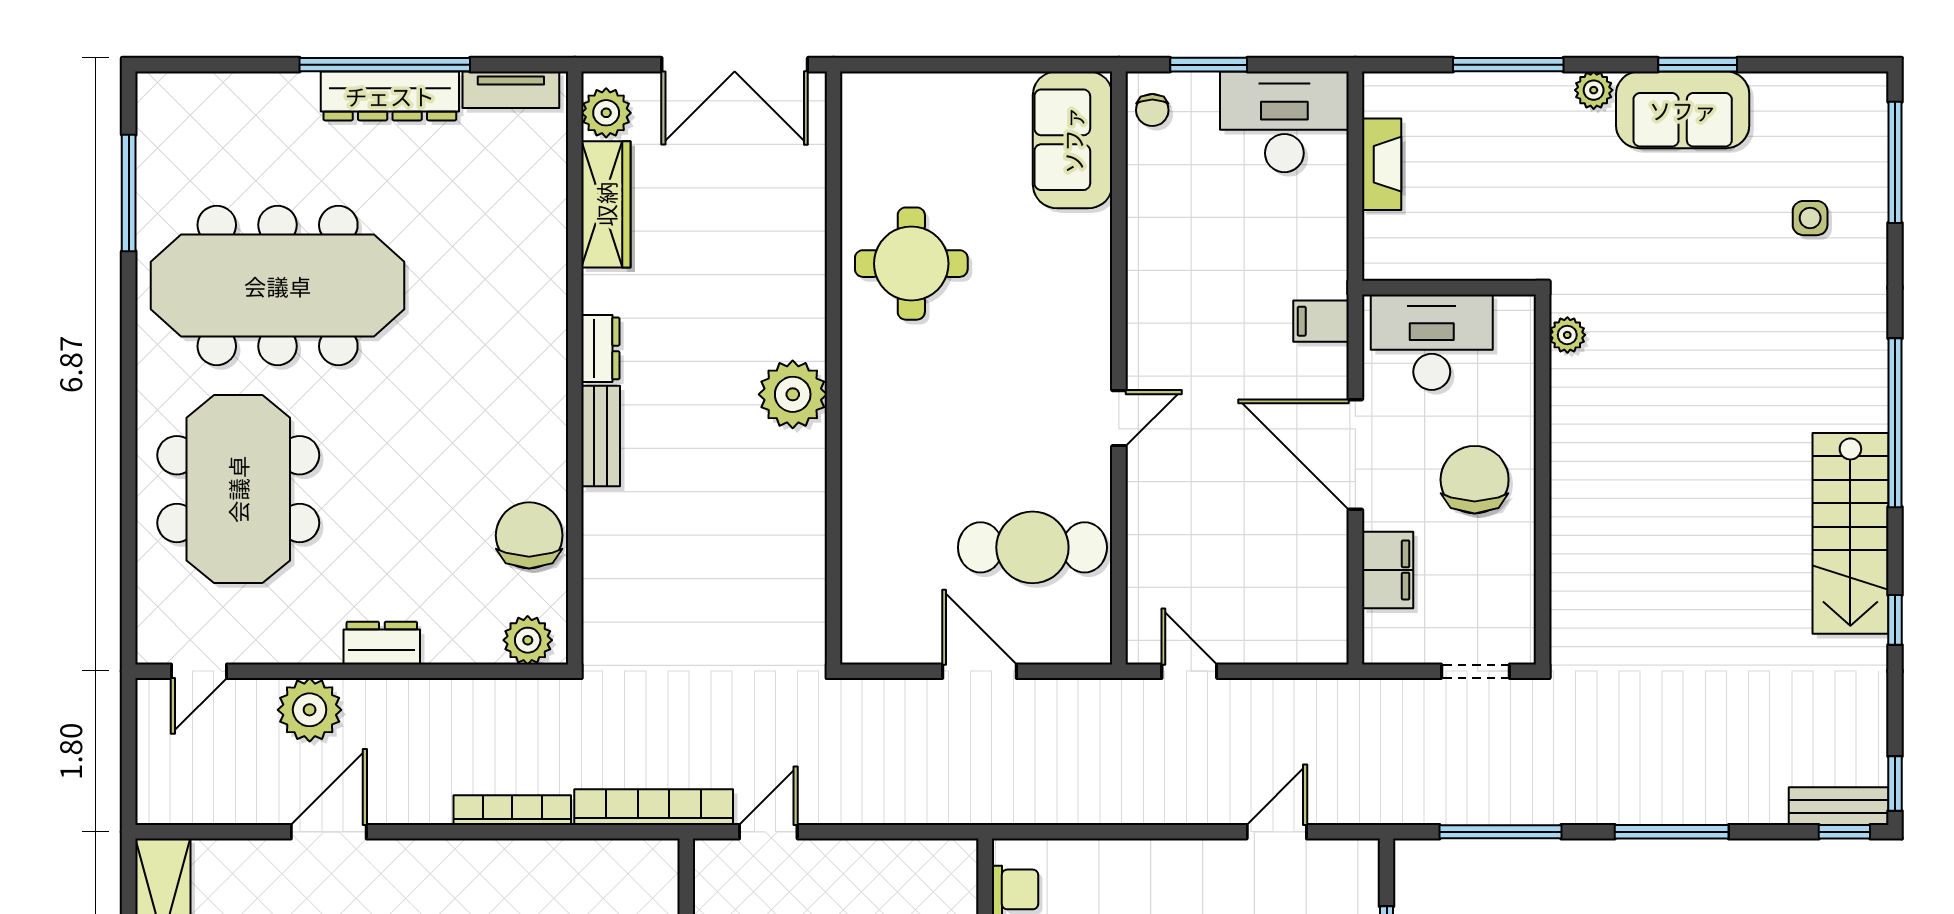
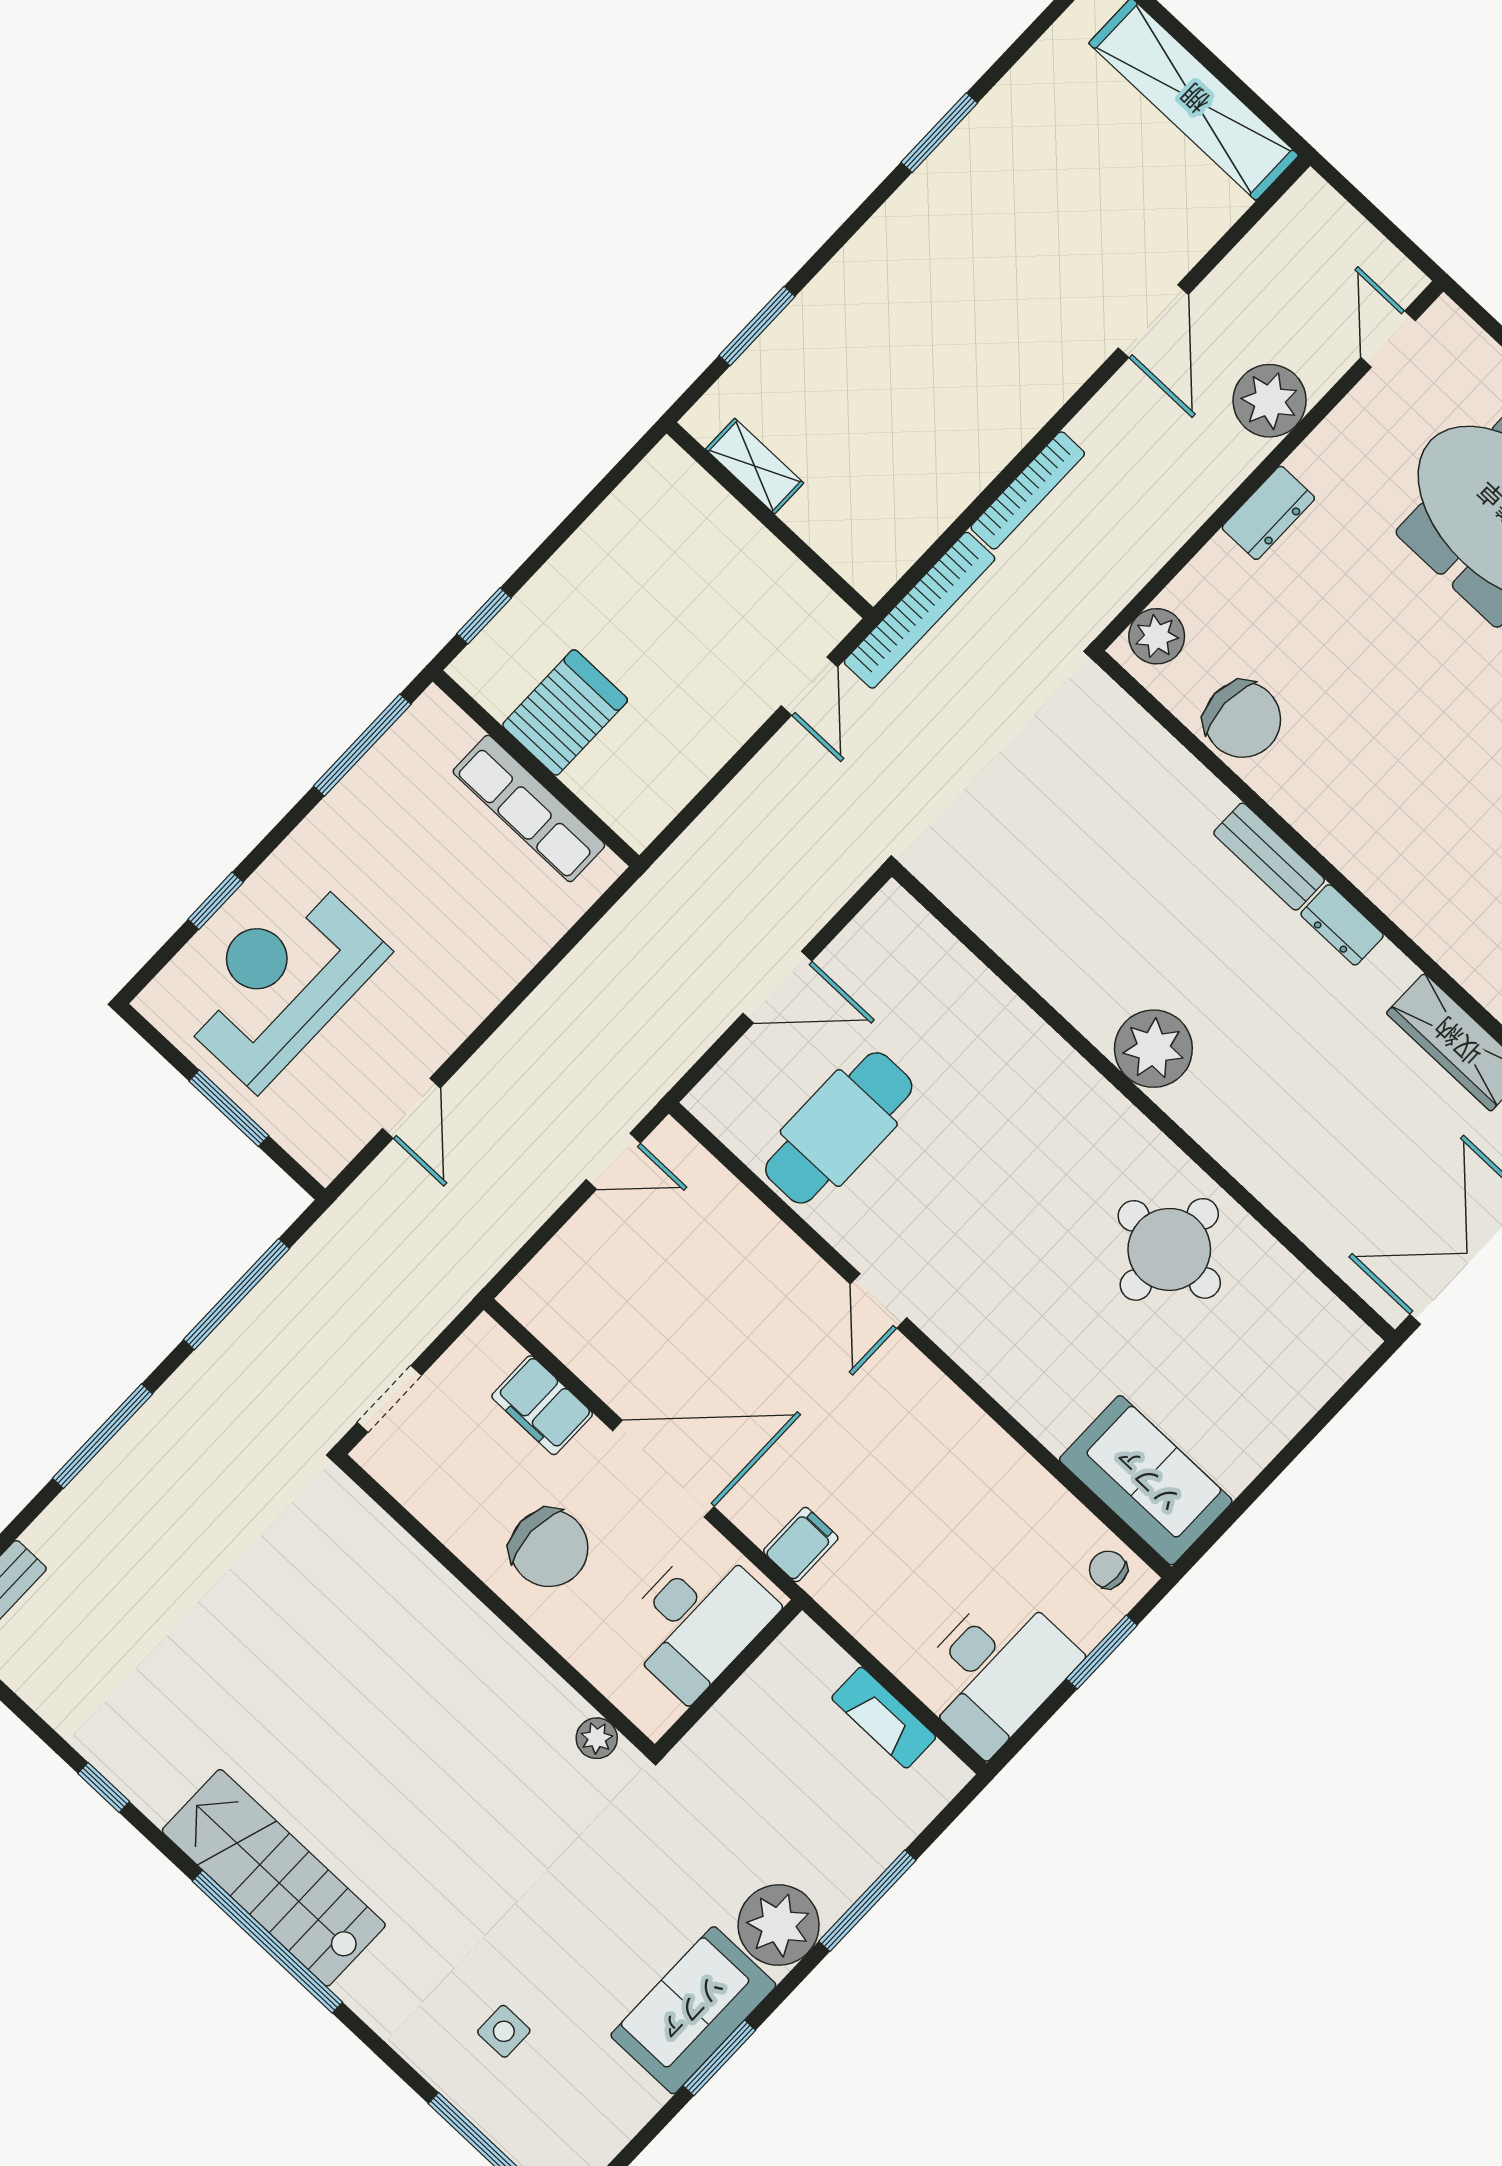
plant: (1594, 90) -> (779, 1925), width x1.88, depth x1.88
stairs: (1850, 533) -> (274, 1878), moved

